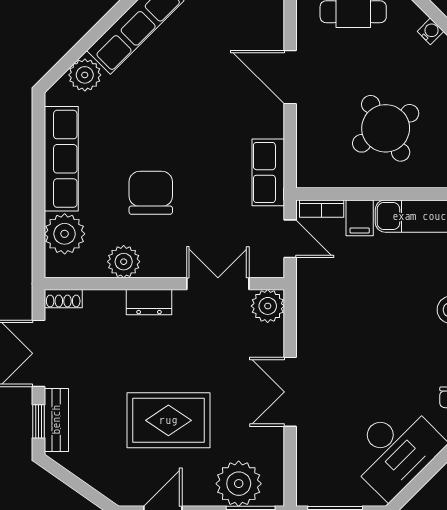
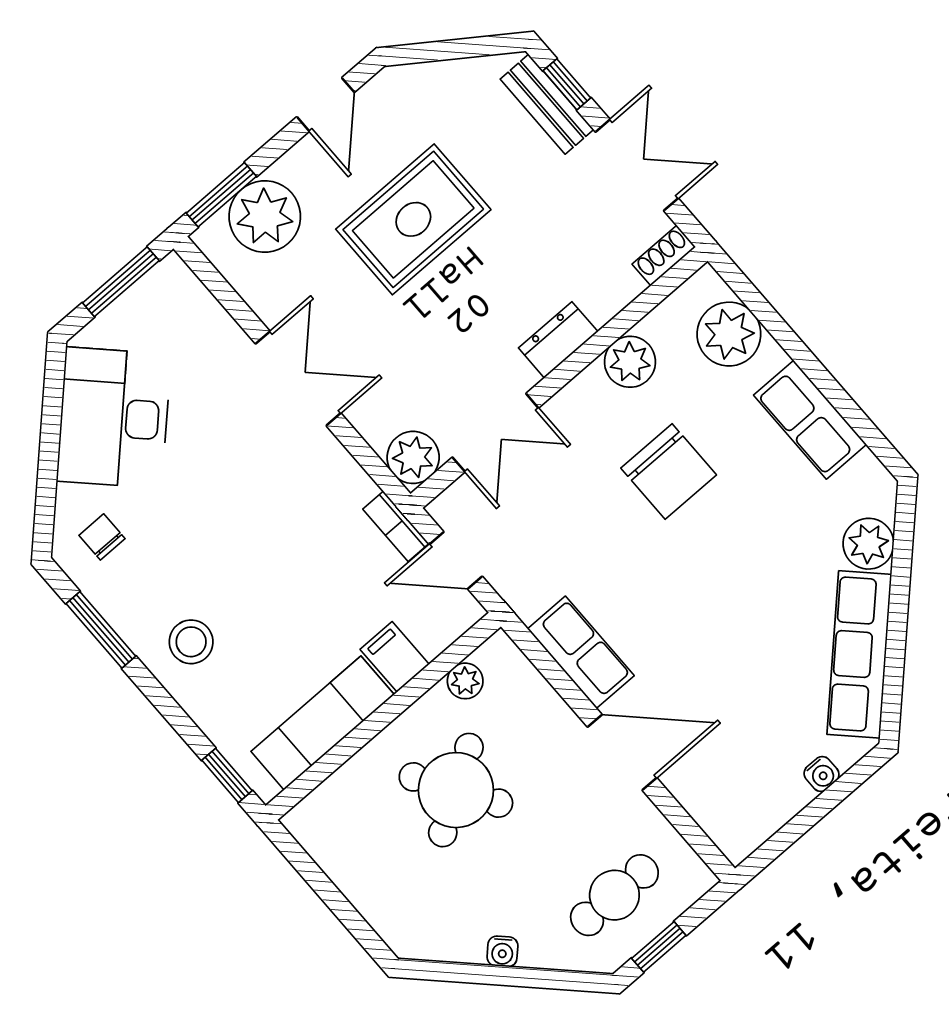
row of seats: (61, 159) -> (810, 420), width x0.68
row of seats: (268, 172) -> (581, 652), moved
plant: (336, 177) -> (465, 681), added
bookcase: (322, 209) -> (396, 526), moved, turned -90

